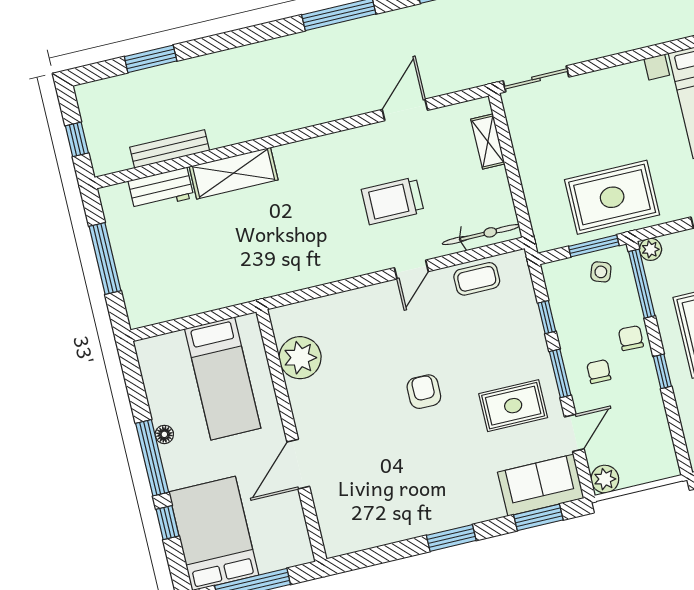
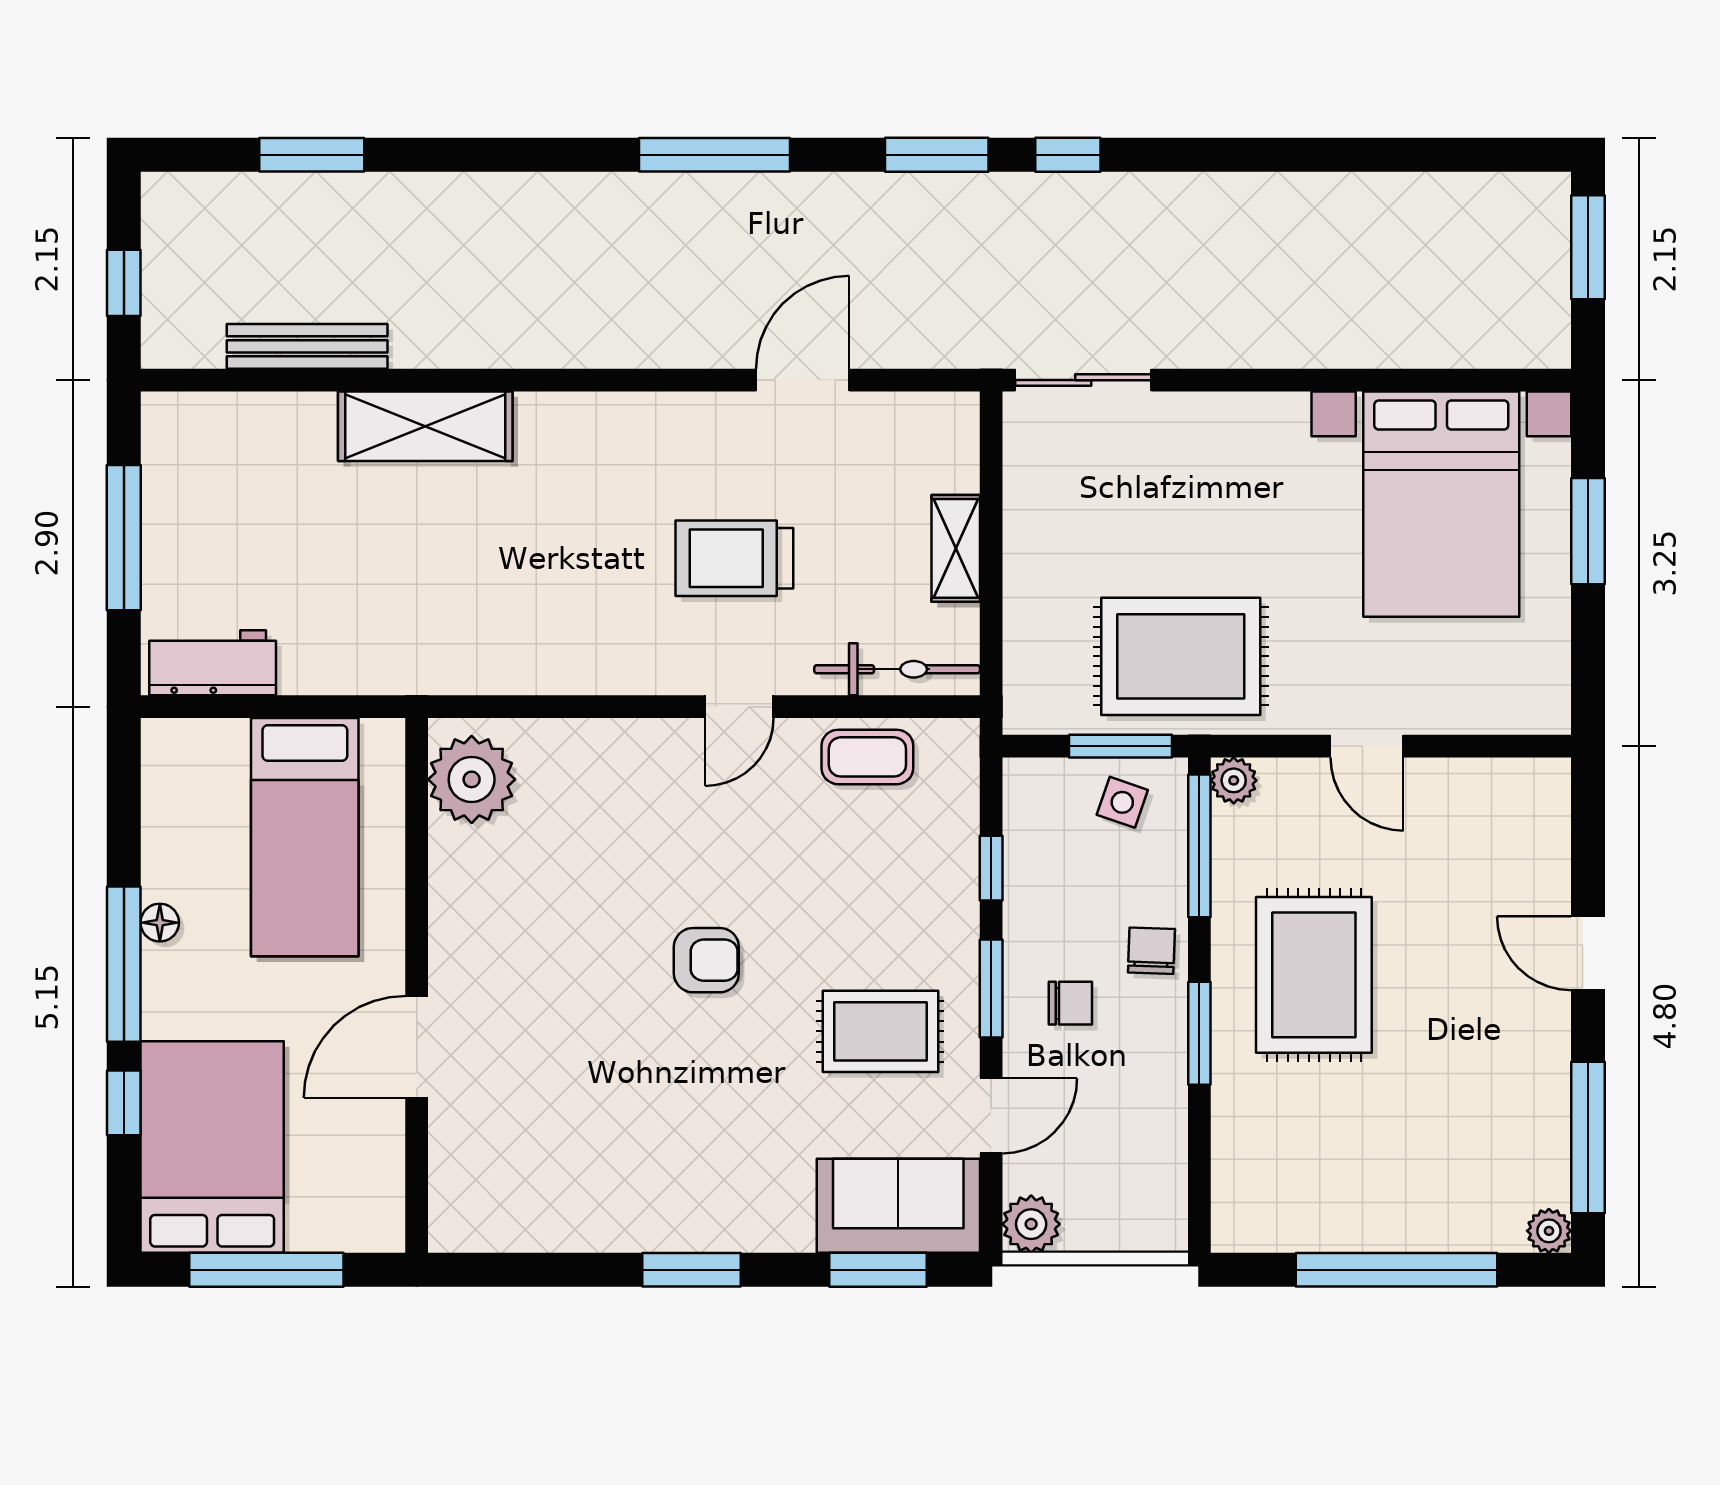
shelving: (488, 141) -> (956, 548), moved
workbench: (161, 189) -> (213, 663), moved, turned 180
plant: (300, 358) -> (472, 779), moved
chair: (599, 371) -> (1070, 1003), turned 89
window: (662, 371) -> (1199, 1033), width x1.50
armchair: (424, 392) -> (706, 960), turned 90

